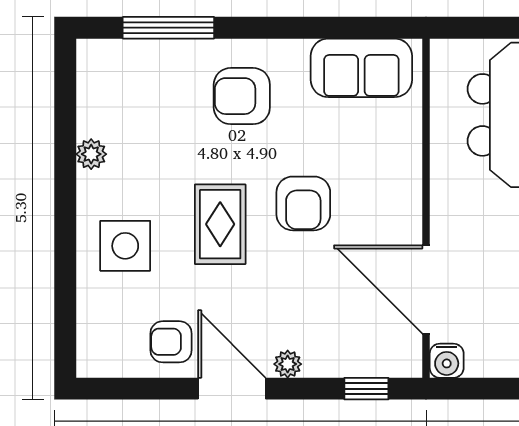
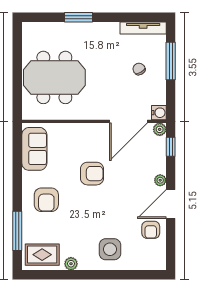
rug: (220, 224) -> (42, 255), moved
plant: (407, 363) -> (160, 129), added

